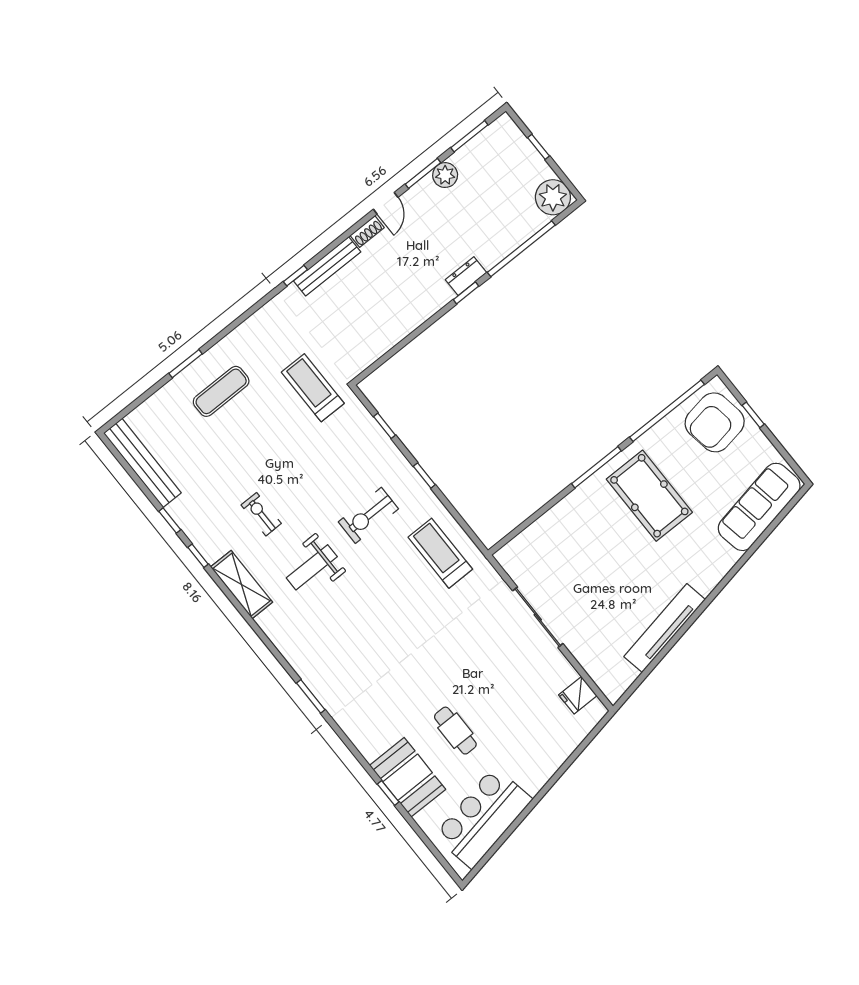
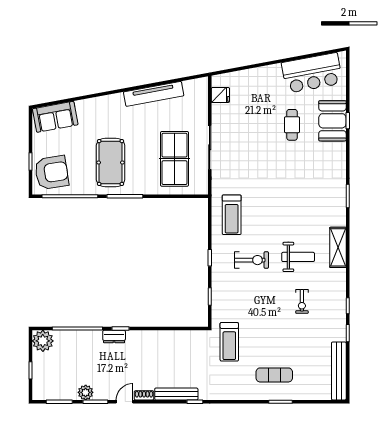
sofa: (759, 507) -> (55, 117), width x0.73
table tennis table: (571, 566) -> (174, 159), added
shelving: (242, 585) -> (338, 247), moved

